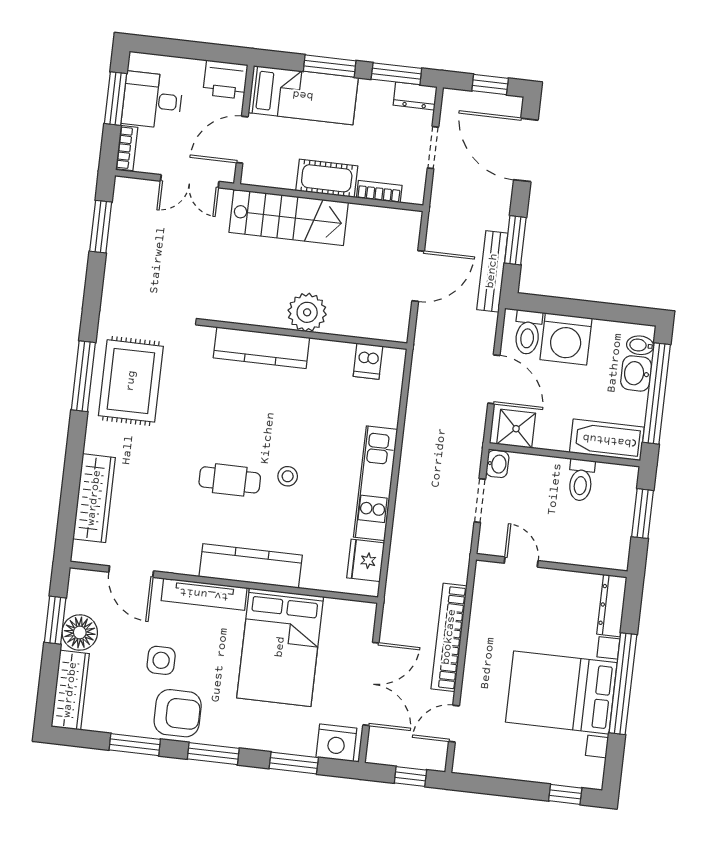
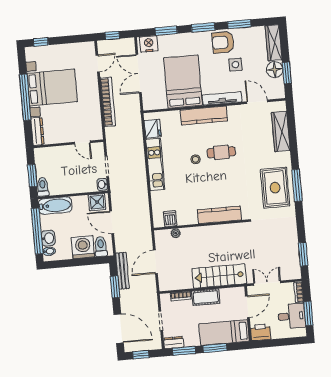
plant: (307, 312) -> (176, 233), moved, width x0.53, depth x0.53
toilet: (581, 480) -> (43, 187), moved

